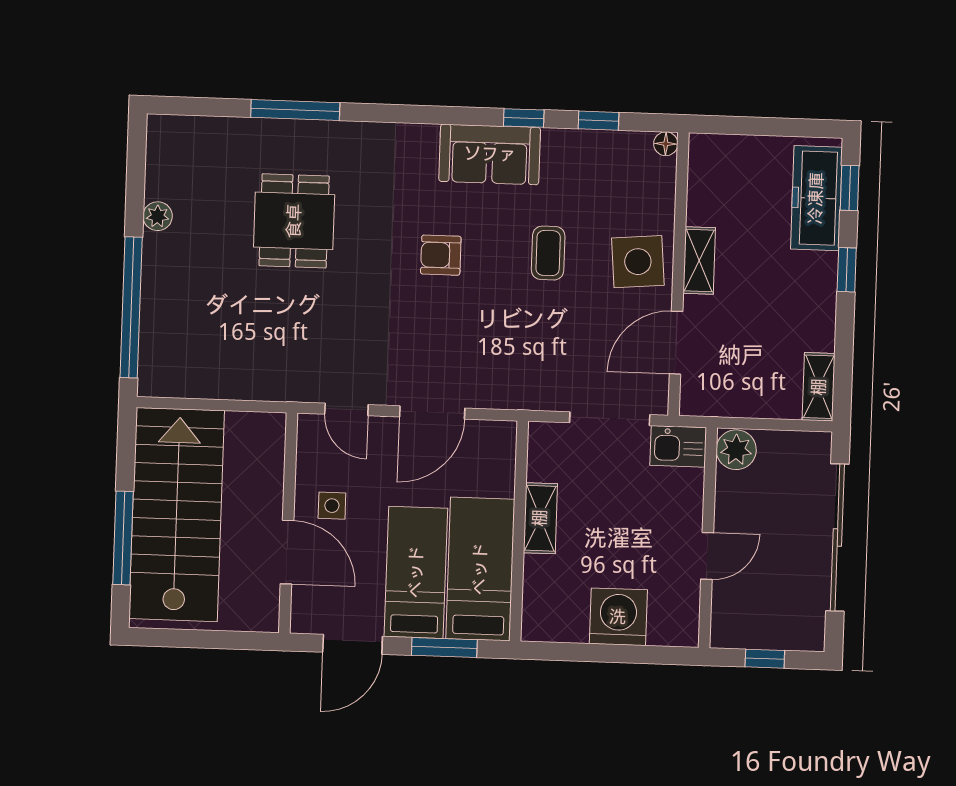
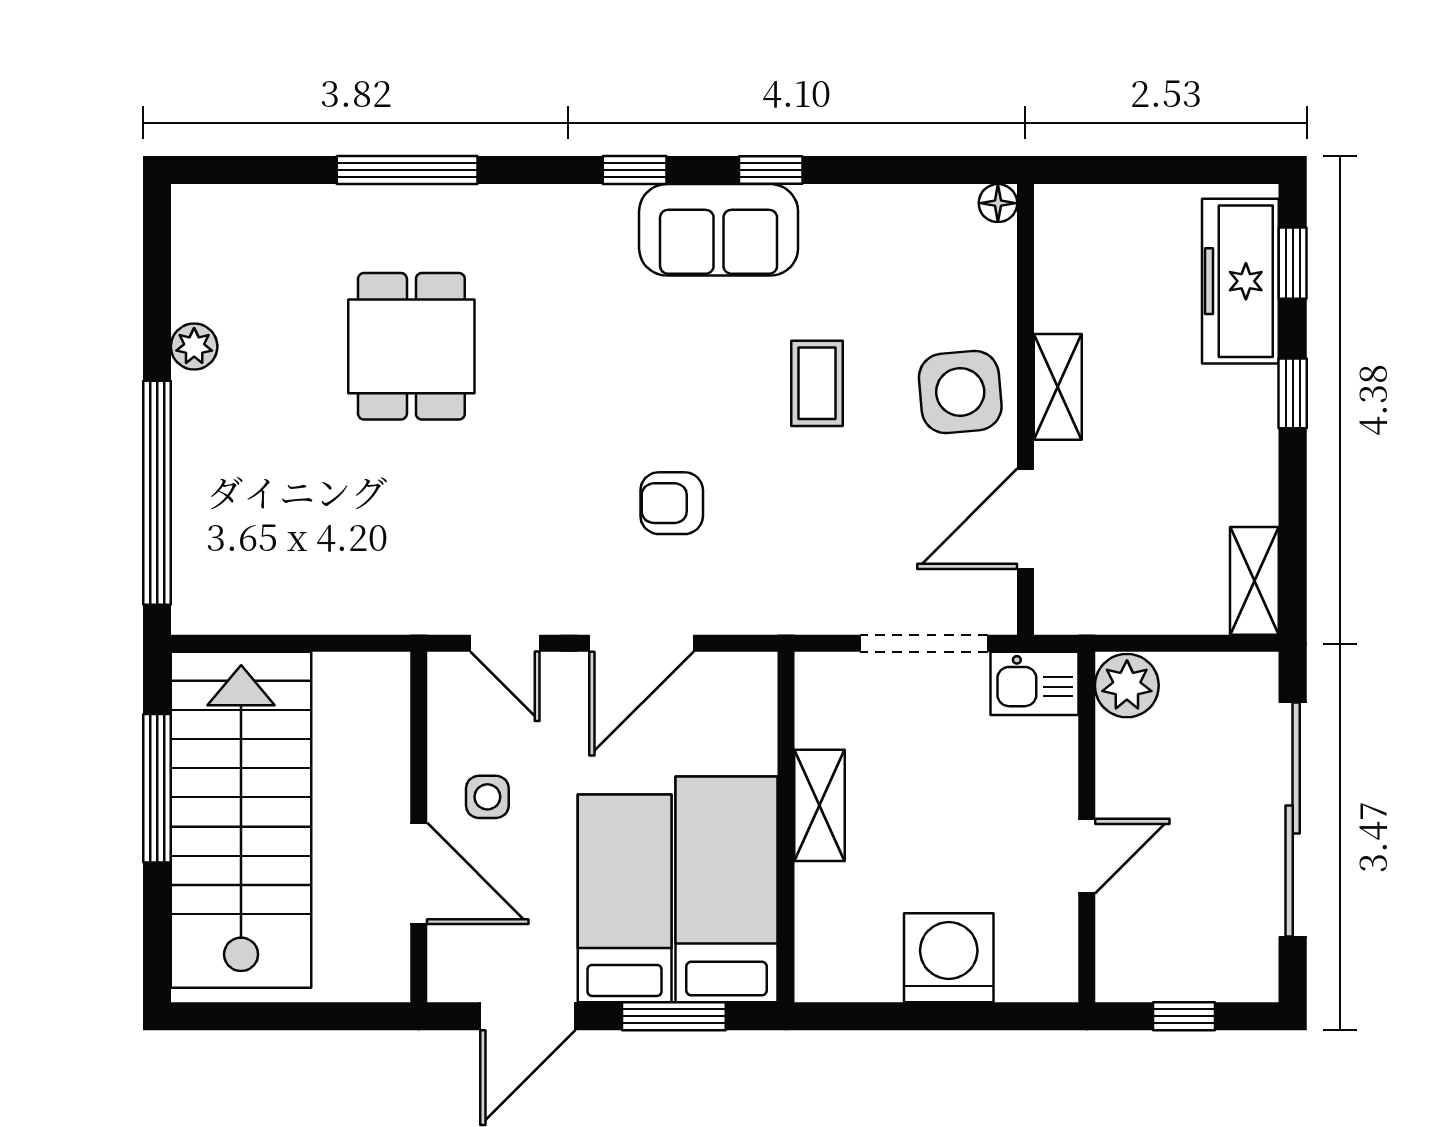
window: (598, 121) -> (635, 170), moved
armchair: (441, 255) -> (672, 503), moved
window: (123, 538) -> (157, 788), moved

